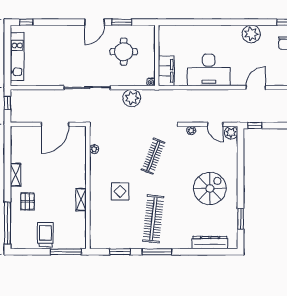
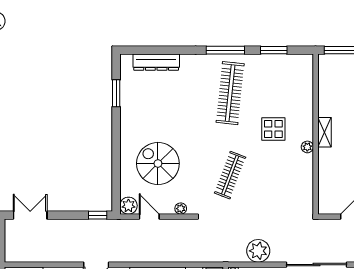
plant: (94, 149) -> (307, 147), moved
spiral stairs: (210, 188) -> (158, 163), moved, turned 90
shelving: (81, 200) -> (324, 132), moved

